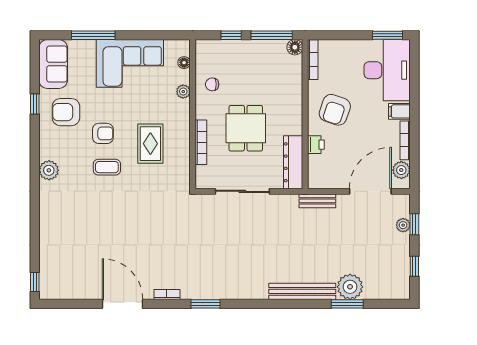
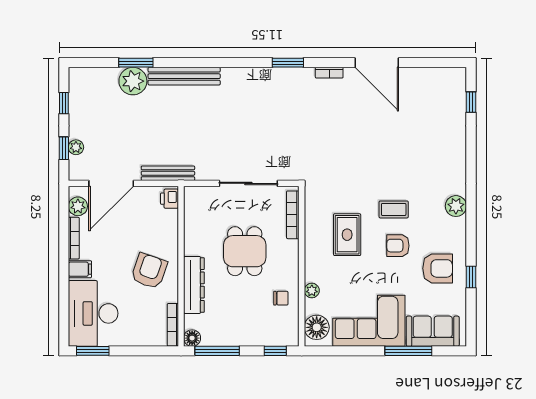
window: (231, 35) -> (275, 351), moved
floor lamp: (184, 63) -> (317, 327), width x1.89, depth x1.89
sofa: (53, 64) -> (433, 331), moved, turned 90
bookcase: (201, 142) -> (293, 215), moved
printer: (316, 145) -> (169, 199), moved
dresser: (293, 162) -> (194, 285), moved
bench: (317, 201) -> (168, 173), width x1.36
window: (35, 282) -> (471, 102), moved

